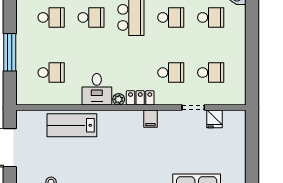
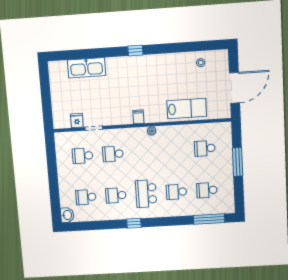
desk: (97, 89) -> (169, 138), removed
locker: (140, 98) -> (135, 133), removed
filing cabinet: (150, 119) -> (138, 117), moved

